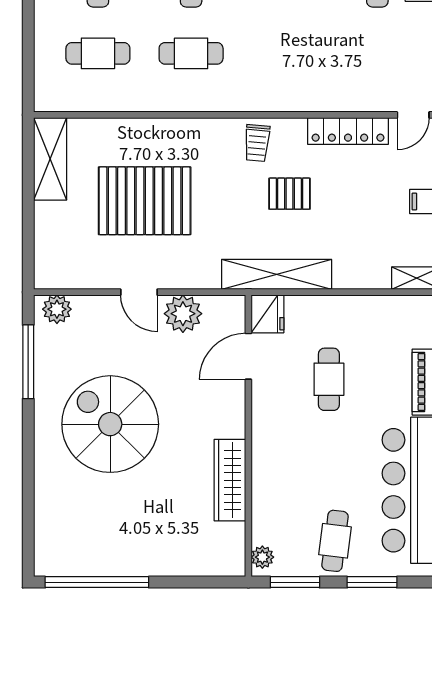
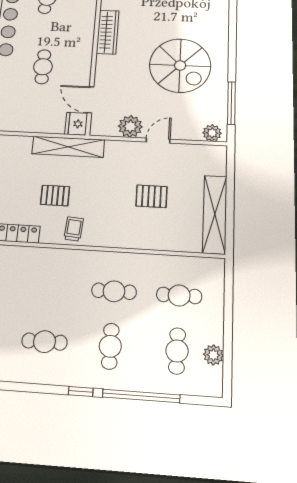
shelving: (50, 159) -> (215, 214), width x1.47
pallet: (145, 201) -> (151, 196), width x0.49, depth x0.50
door: (139, 292) -> (158, 141), hinge flipped
door: (248, 356) -> (90, 100), swing flipped
cafe table: (329, 379) -> (43, 67), moved

